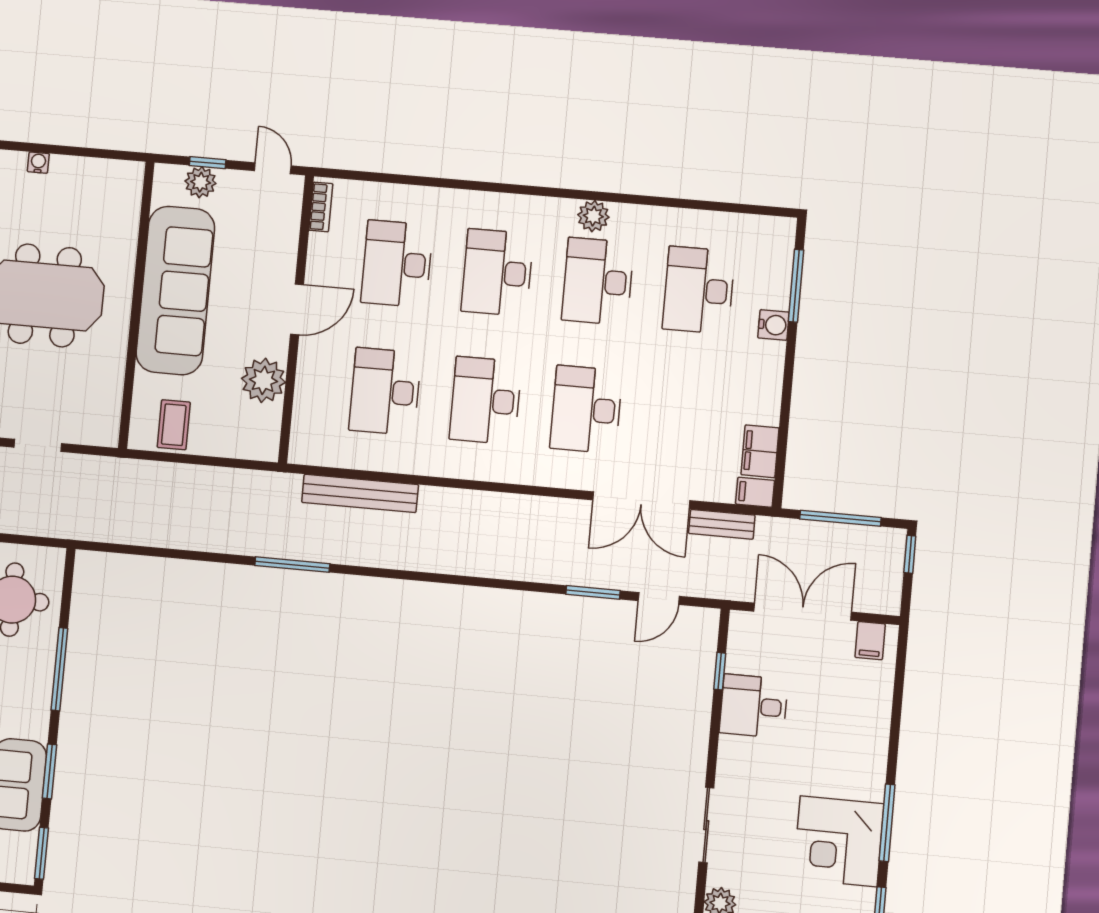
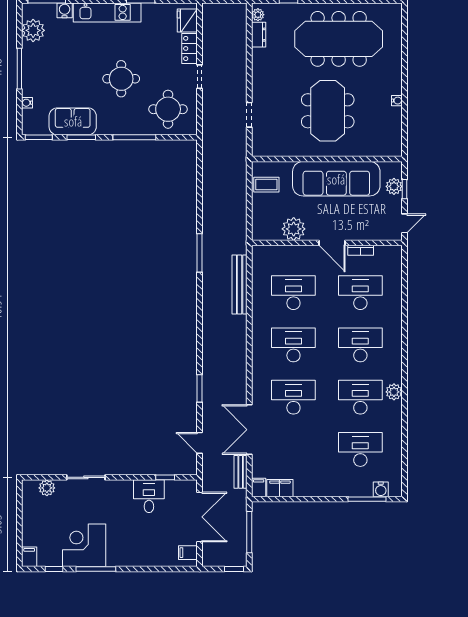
bookcase: (321, 207) -> (361, 250), moved
water cooler: (773, 325) -> (381, 489), moved
window: (593, 592) -> (200, 388), moved

